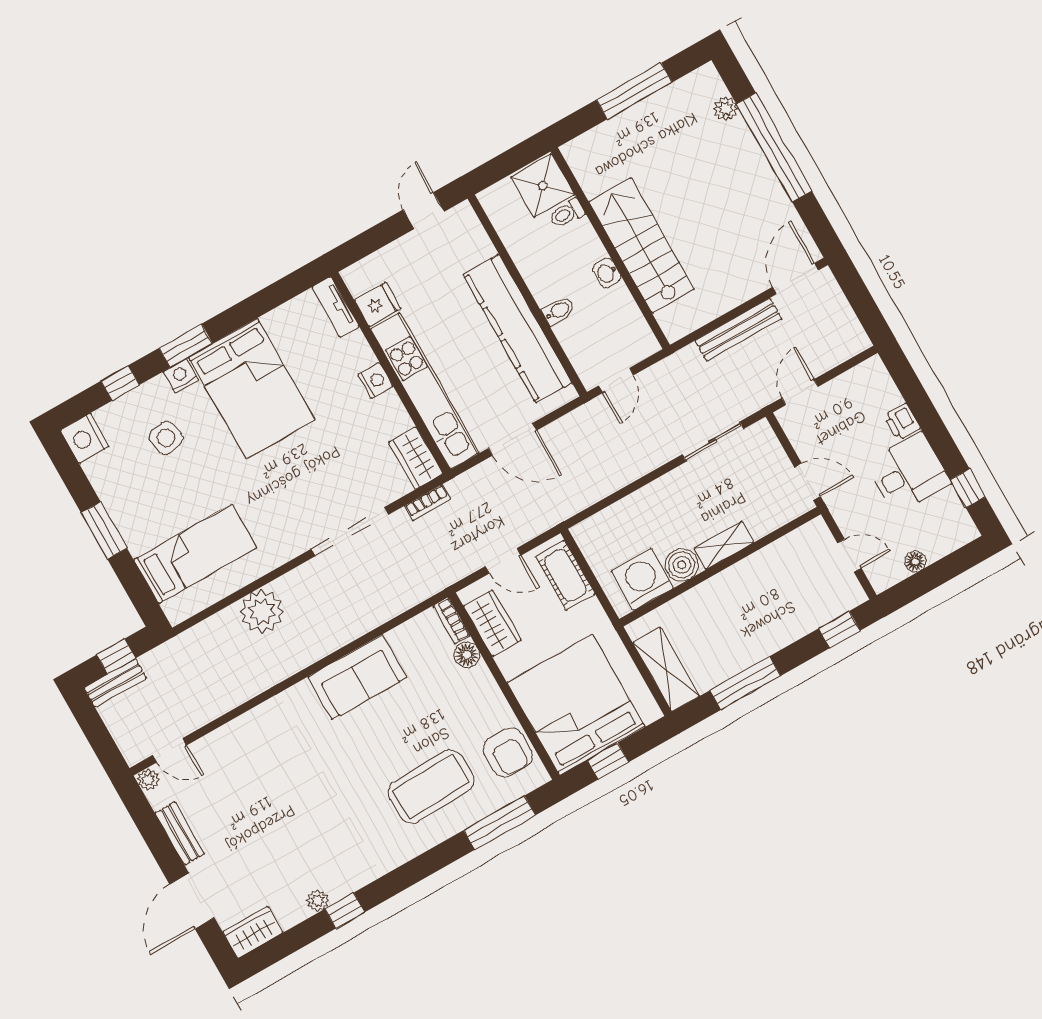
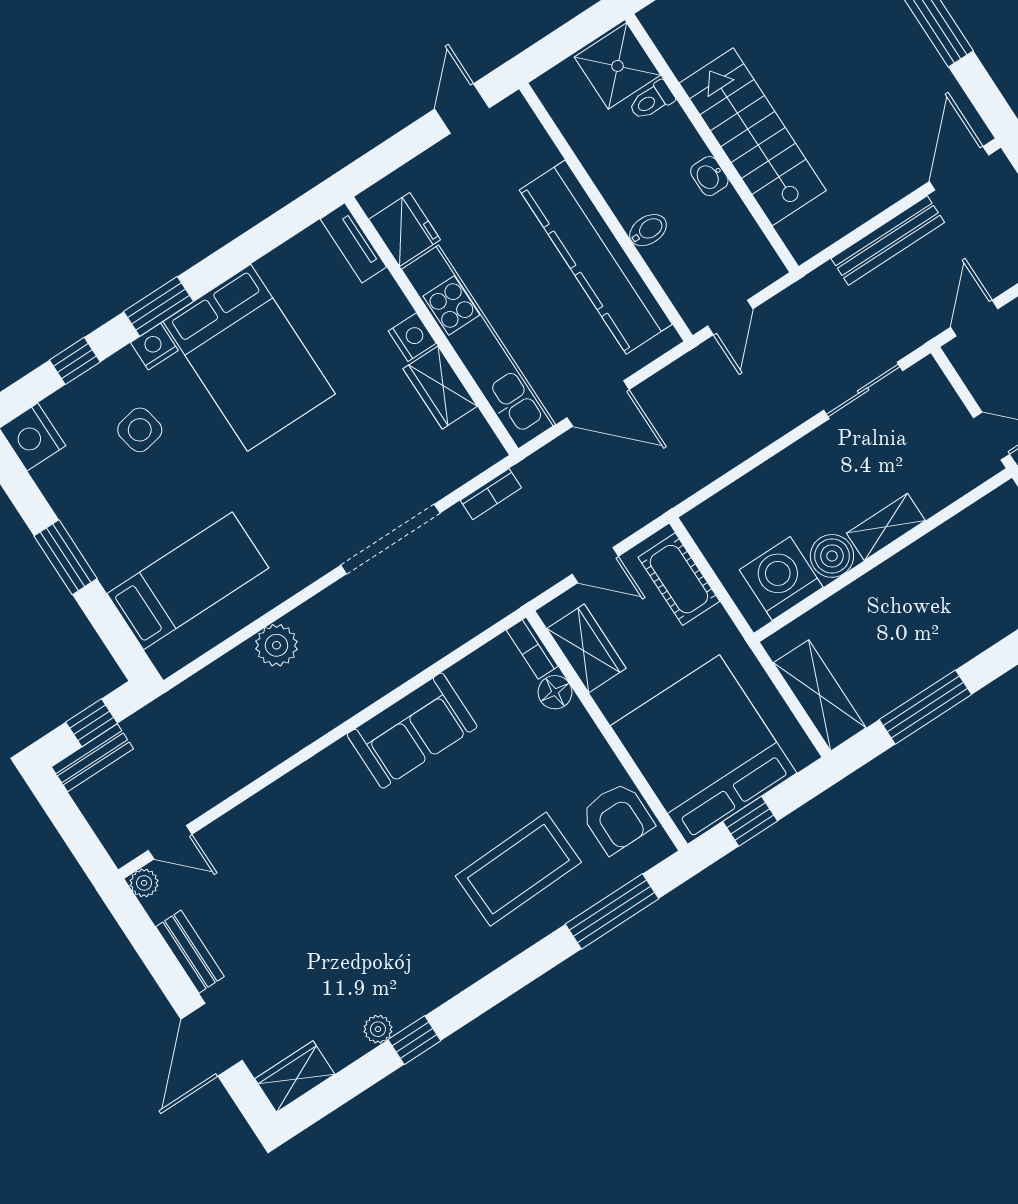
fridge: (378, 304) -> (405, 229), width x1.38
wardrobe: (416, 458) -> (440, 387), moved
plant: (262, 612) -> (276, 645), width x0.73, depth x0.73

